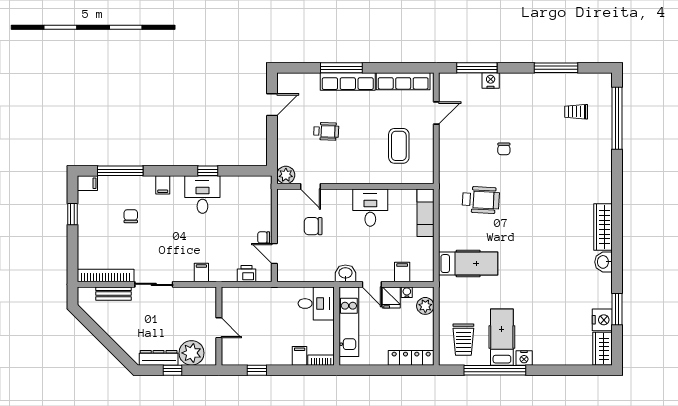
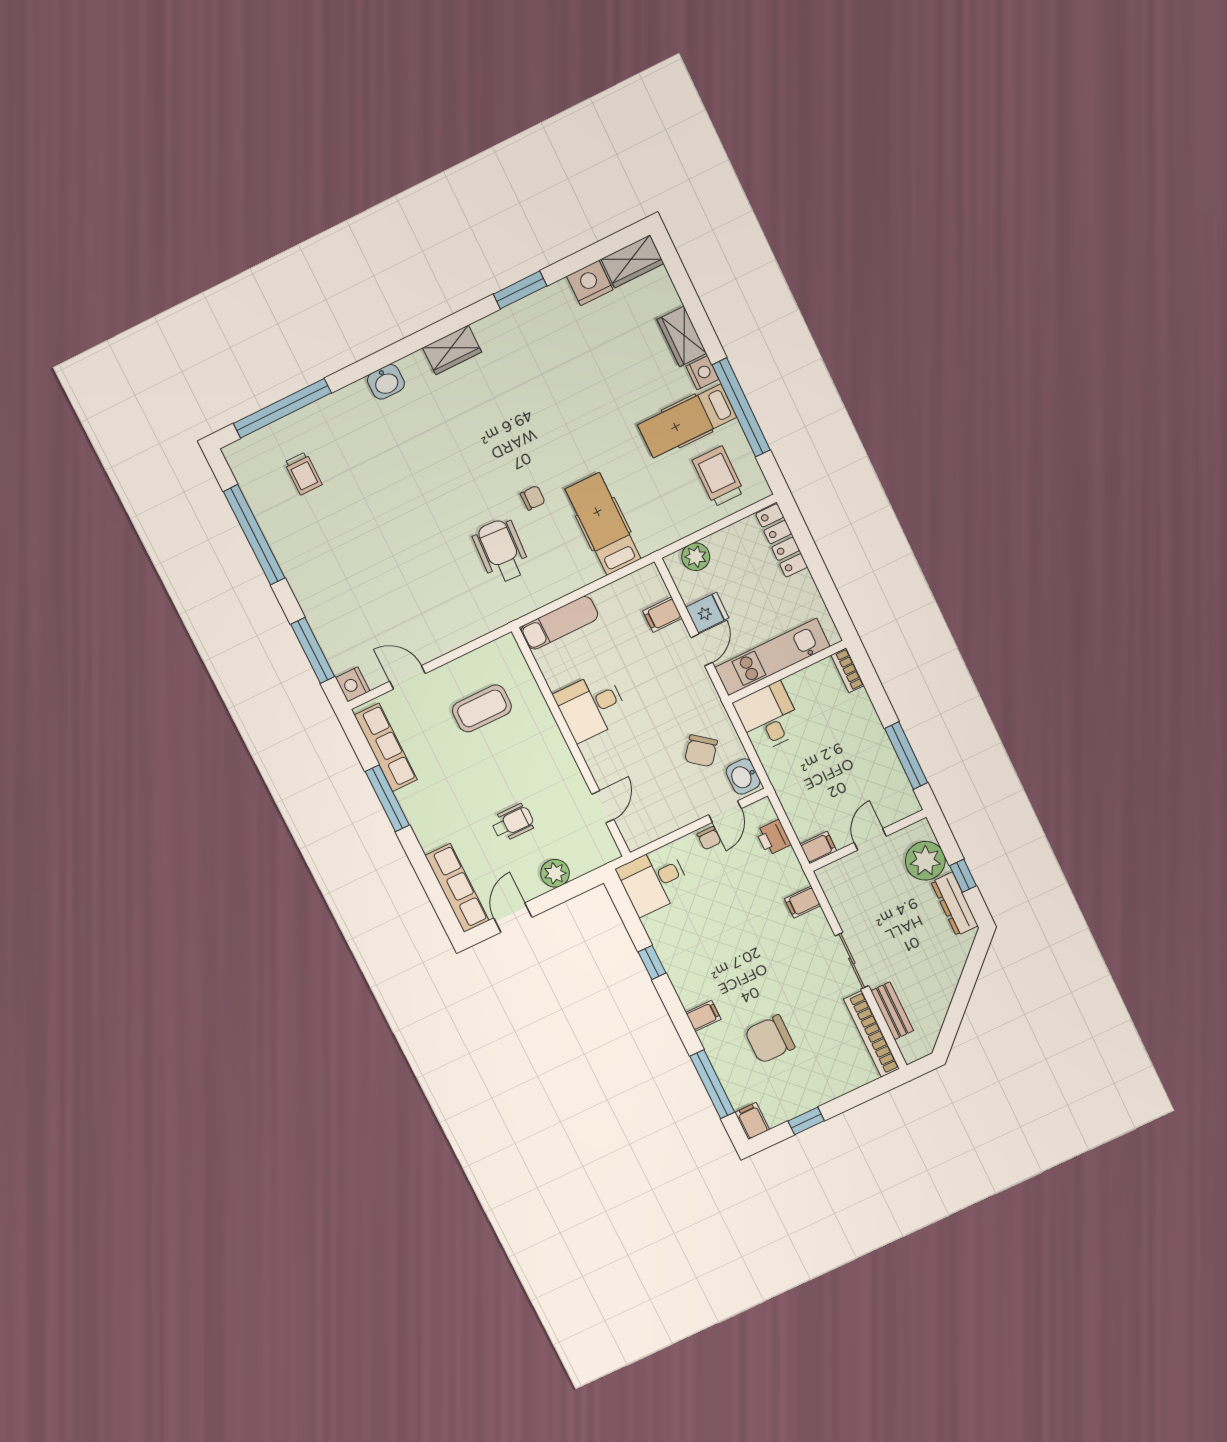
window: (341, 68) -> (387, 798), moved
window: (556, 68) -> (254, 535), width x1.46
nightstand: (491, 80) -> (353, 684), moved
row of seats: (348, 82) -> (457, 888), moved
door: (272, 105) -> (513, 918), hinge flipped
wheelchair: (326, 131) -> (513, 823), turned 88
chair: (504, 149) -> (533, 498), moved
plant: (286, 175) -> (555, 873), moved
desk: (202, 195) -> (654, 881), moved
chair: (131, 216) -> (770, 1039), width x1.87, depth x1.87
chair: (313, 226) -> (701, 751), moved, turned 38
wardrobe: (603, 227) -> (452, 350), width x0.67
washbasin: (603, 262) -> (386, 382), moved
washbasin: (345, 273) -> (743, 777), moved
water cooler: (407, 292) -> (689, 593), removed
window: (617, 309) -> (520, 290), moved
trolley: (463, 340) -> (718, 476), turned -90
filing cabinet: (300, 356) -> (818, 848), moved, turned 180
wardrobe: (549, 356) -> (682, 336), added
window: (257, 370) -> (906, 756), width x2.17

